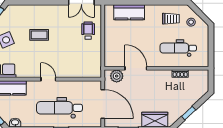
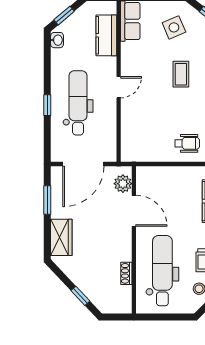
dental chair: (178, 48) -> (162, 271), width x1.36, depth x1.38
door: (136, 68) -> (134, 211), hinge flipped
window: (189, 113) -> (80, 296), moved

